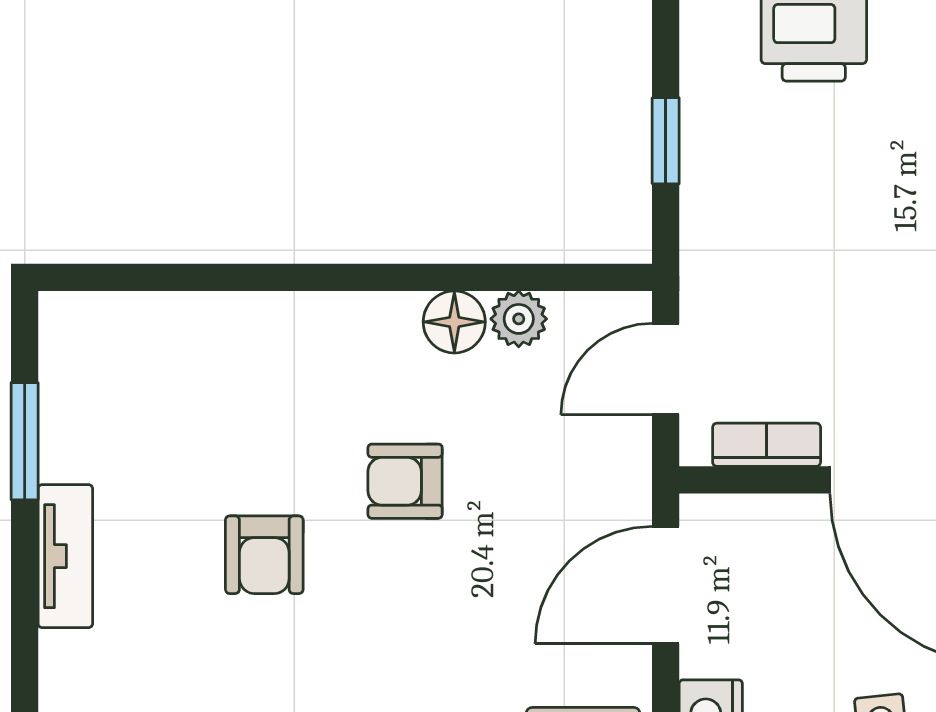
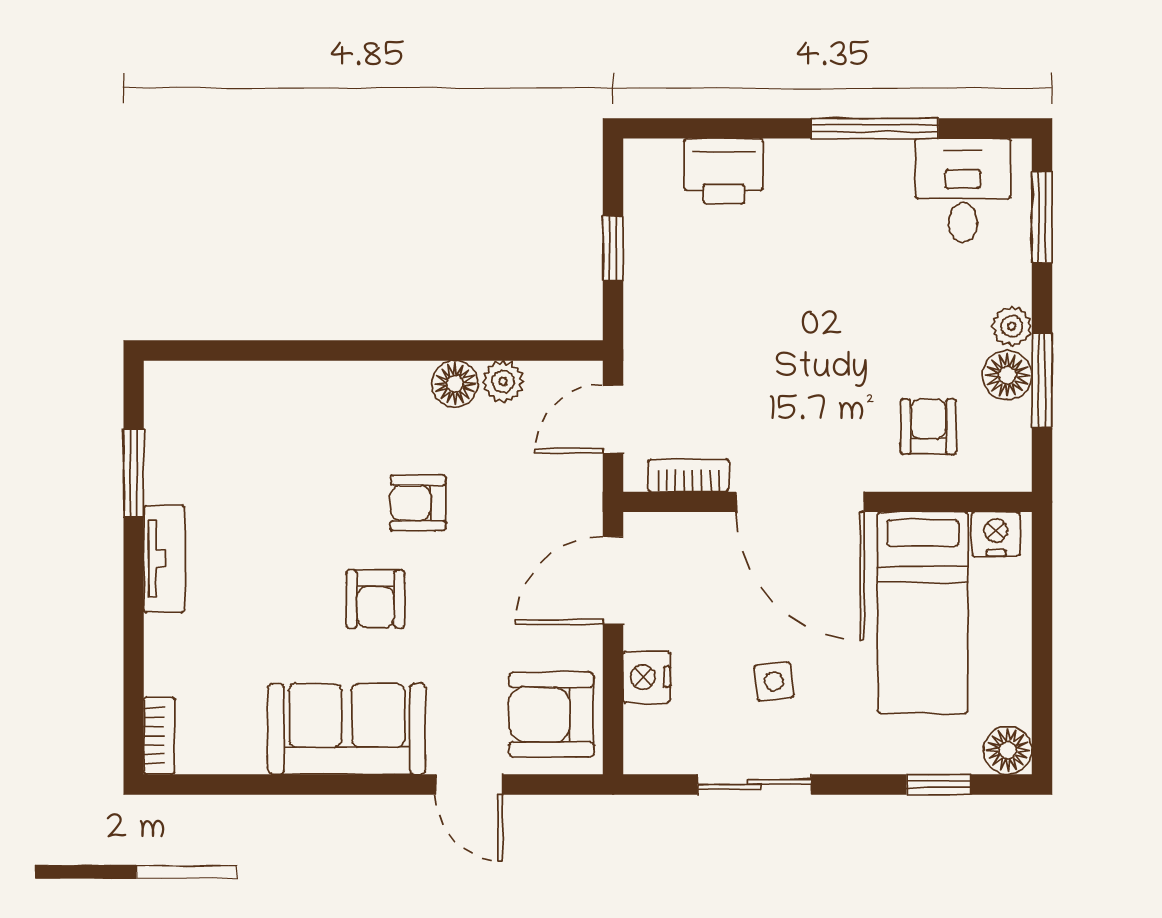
armchair: (264, 555) -> (375, 599), moved

